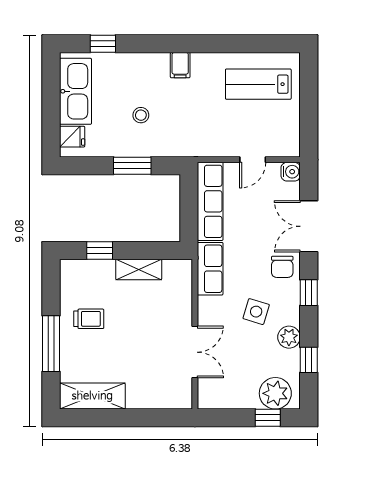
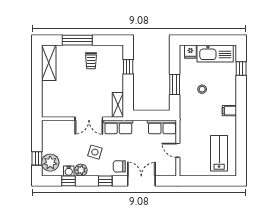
water cooler: (291, 172) -> (69, 171), moved
row of seats: (210, 201) -> (162, 127), width x0.68
shelving: (139, 269) -> (118, 105), moved
double door: (195, 352) -> (89, 119), moved

